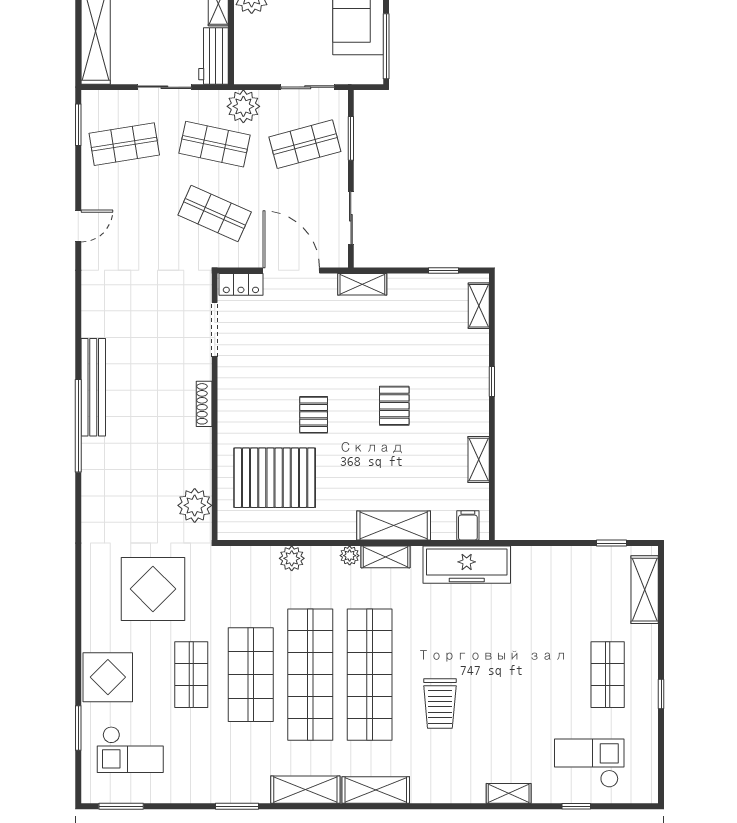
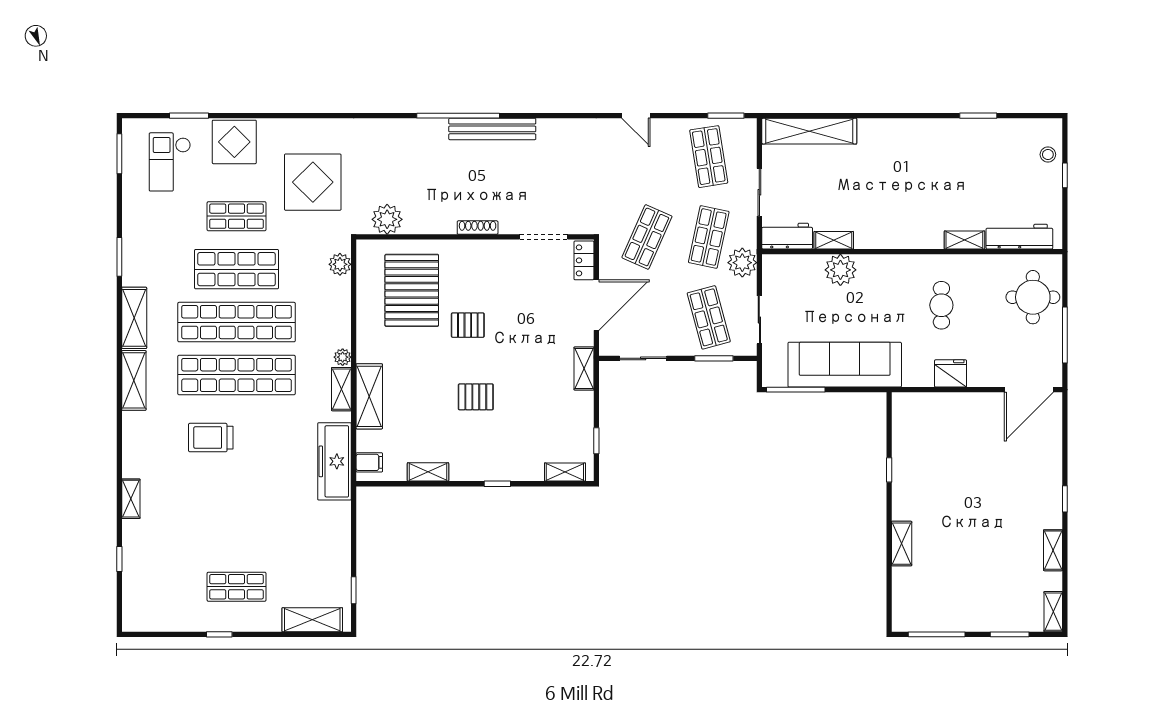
plant: (292, 558) -> (340, 264), moved
checkout: (589, 763) -> (158, 570), removed

